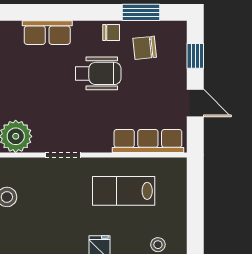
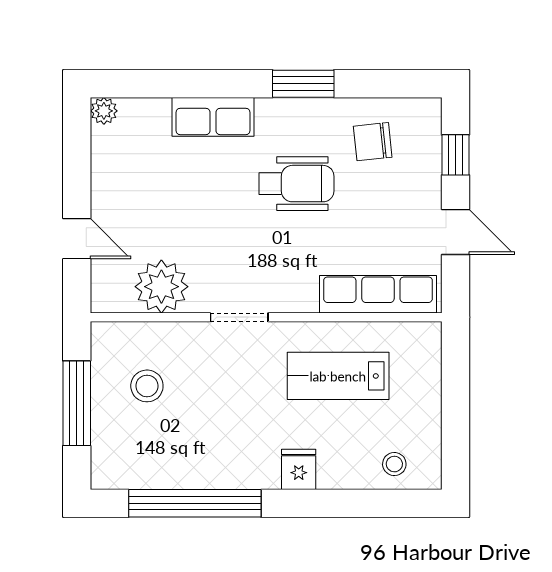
window: (141, 12) -> (303, 84), moved
chair: (111, 32) -> (318, 117), removed

